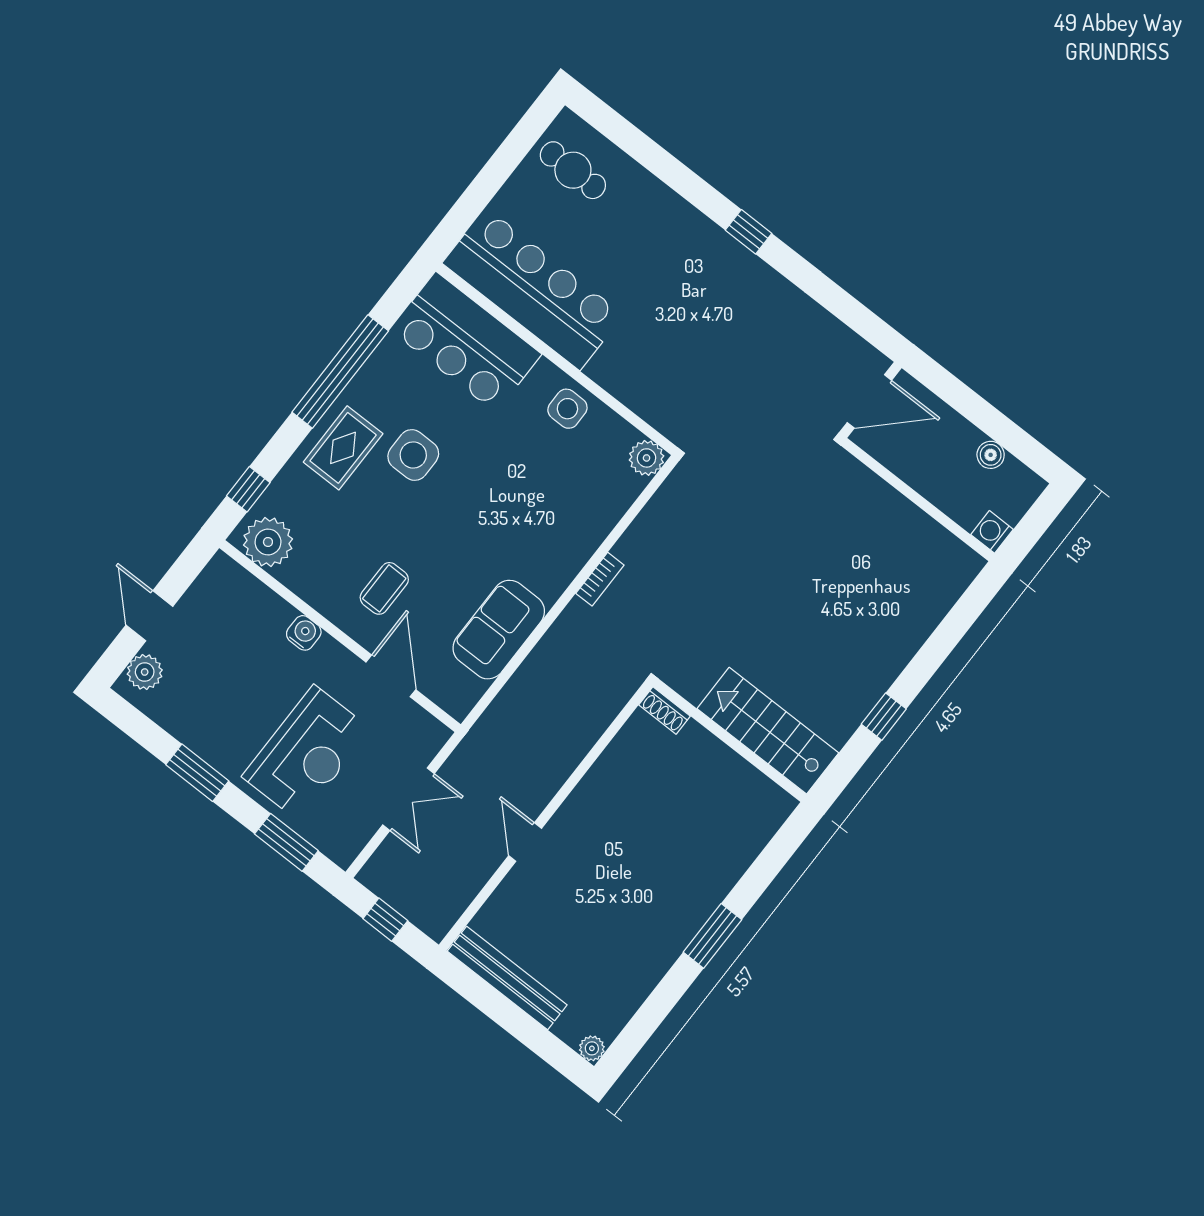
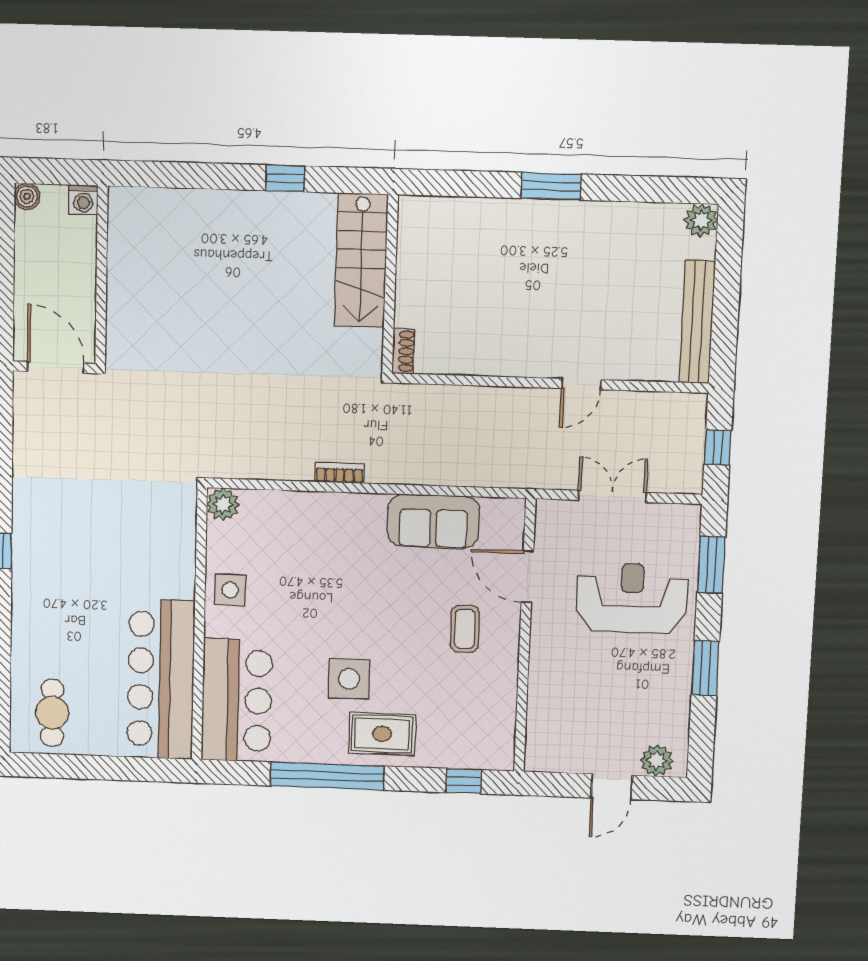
boiler: (991, 455) -> (27, 197), moved
plant: (268, 542) -> (493, 739), removed
coffee table: (384, 588) -> (465, 629), turned 90
water cooler: (304, 633) -> (542, 665), removed
door: (391, 676) -> (527, 577), hinge flipped
plant: (592, 1048) -> (701, 220), width x1.38, depth x1.38

